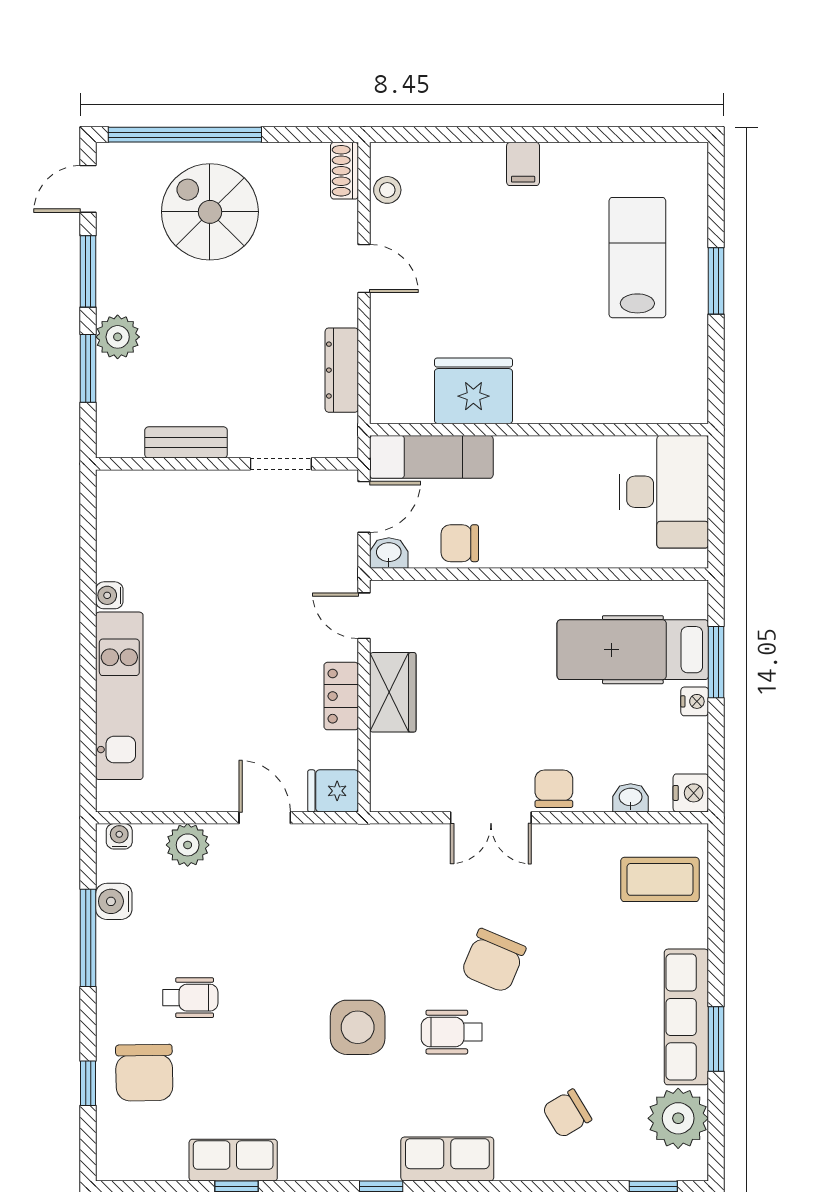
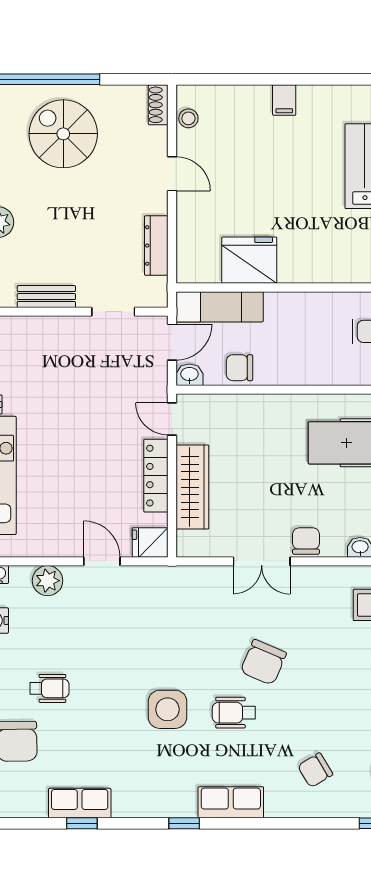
wardrobe: (393, 692) -> (192, 487), width x1.50
locker: (341, 696) -> (156, 476), width x1.53

